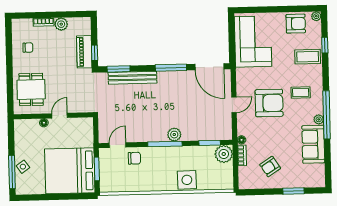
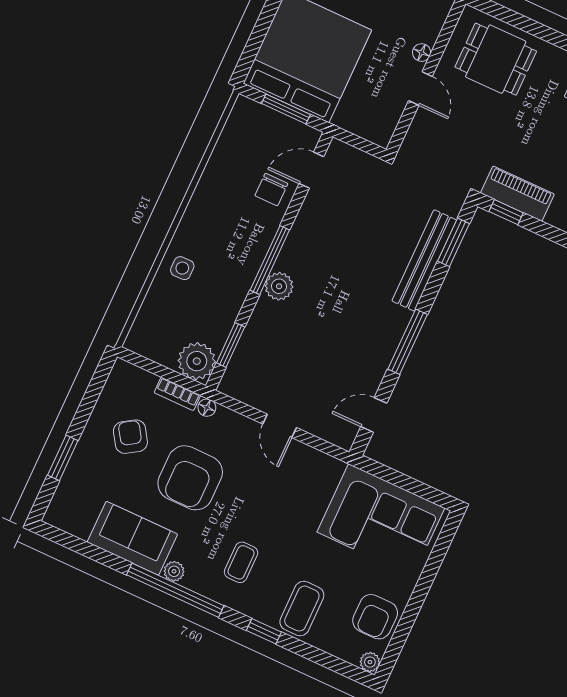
window: (325, 45) -> (264, 631), moved
door: (209, 67) -> (374, 415), width x0.53
armchair: (269, 103) -> (190, 478), moved
door: (118, 145) -> (311, 170), swing flipped
side table: (187, 180) -> (182, 268), width x0.54, depth x0.54

